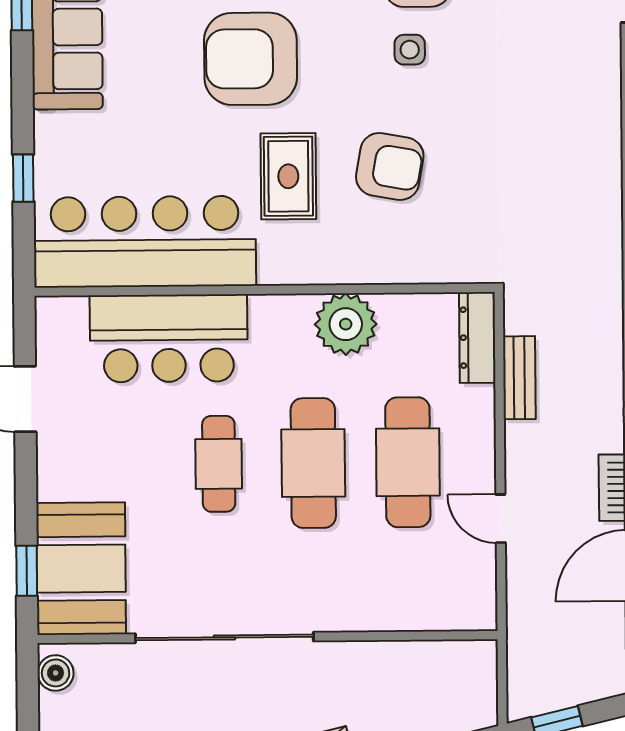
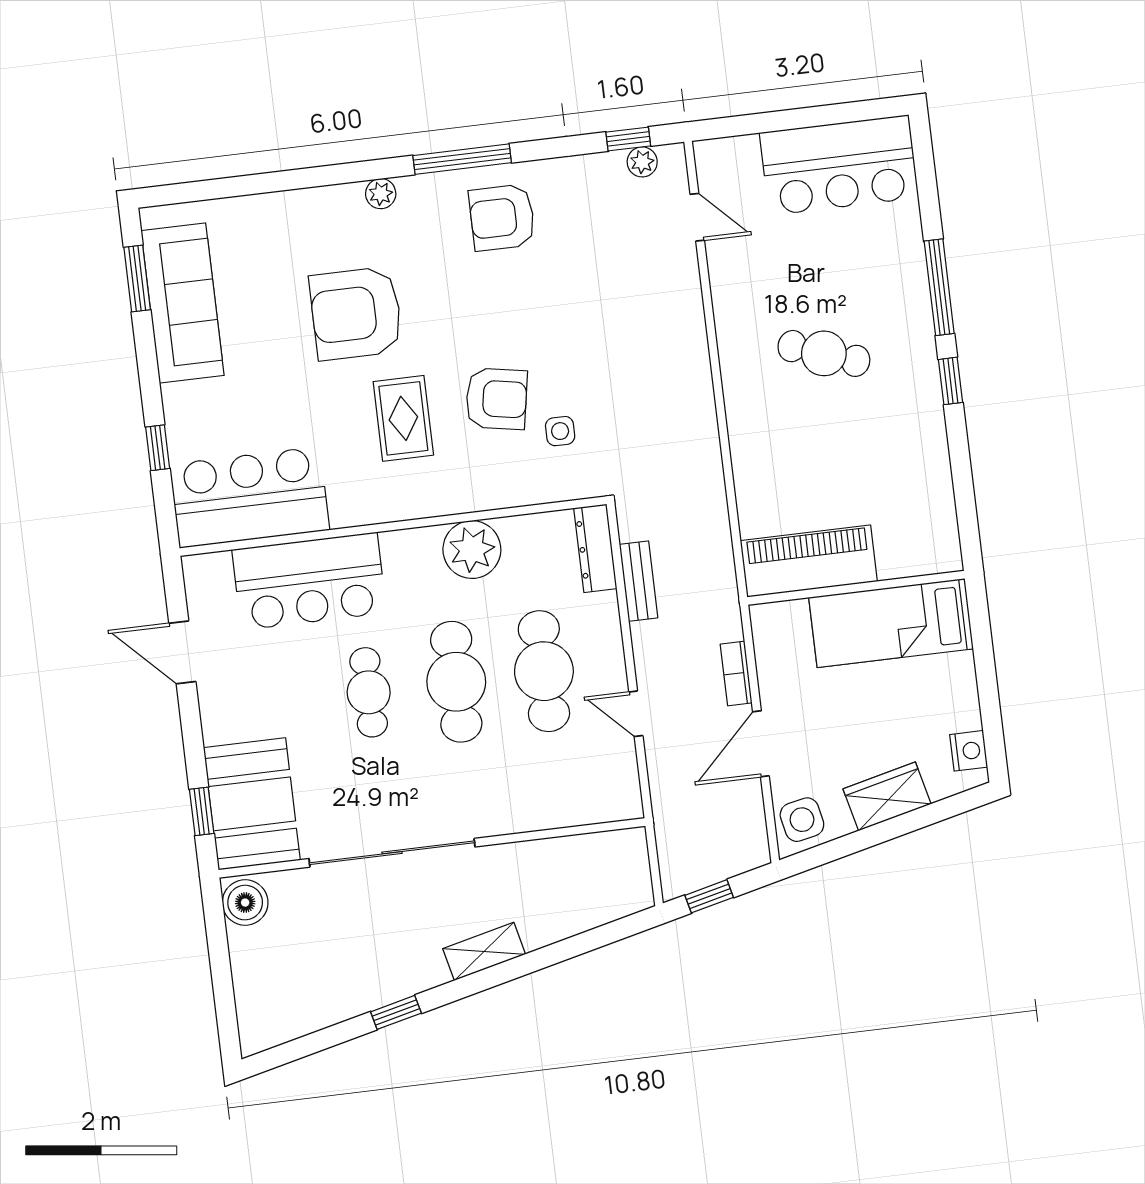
side table: (410, 50) -> (560, 431), moved
bar counter: (145, 242) -> (250, 497), width x0.73
boiler: (56, 673) -> (245, 903), width x1.36, depth x1.36

